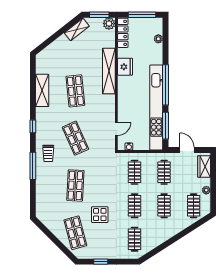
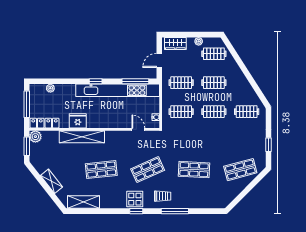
shelving: (77, 30) -> (52, 181), moved
window: (166, 85) -> (96, 81), width x0.32
shelving: (42, 90) -> (83, 202), moved
display table: (100, 215) -> (135, 199), moved

